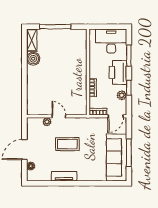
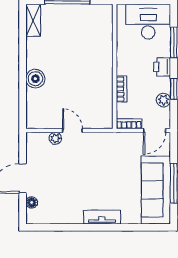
boiler: (33, 59) -> (35, 79), moved
printer: (118, 72) -> (162, 67), width x0.53, depth x0.68
coffee table: (67, 144) -> (85, 171), removed
tv unit: (64, 176) -> (102, 217), moved

